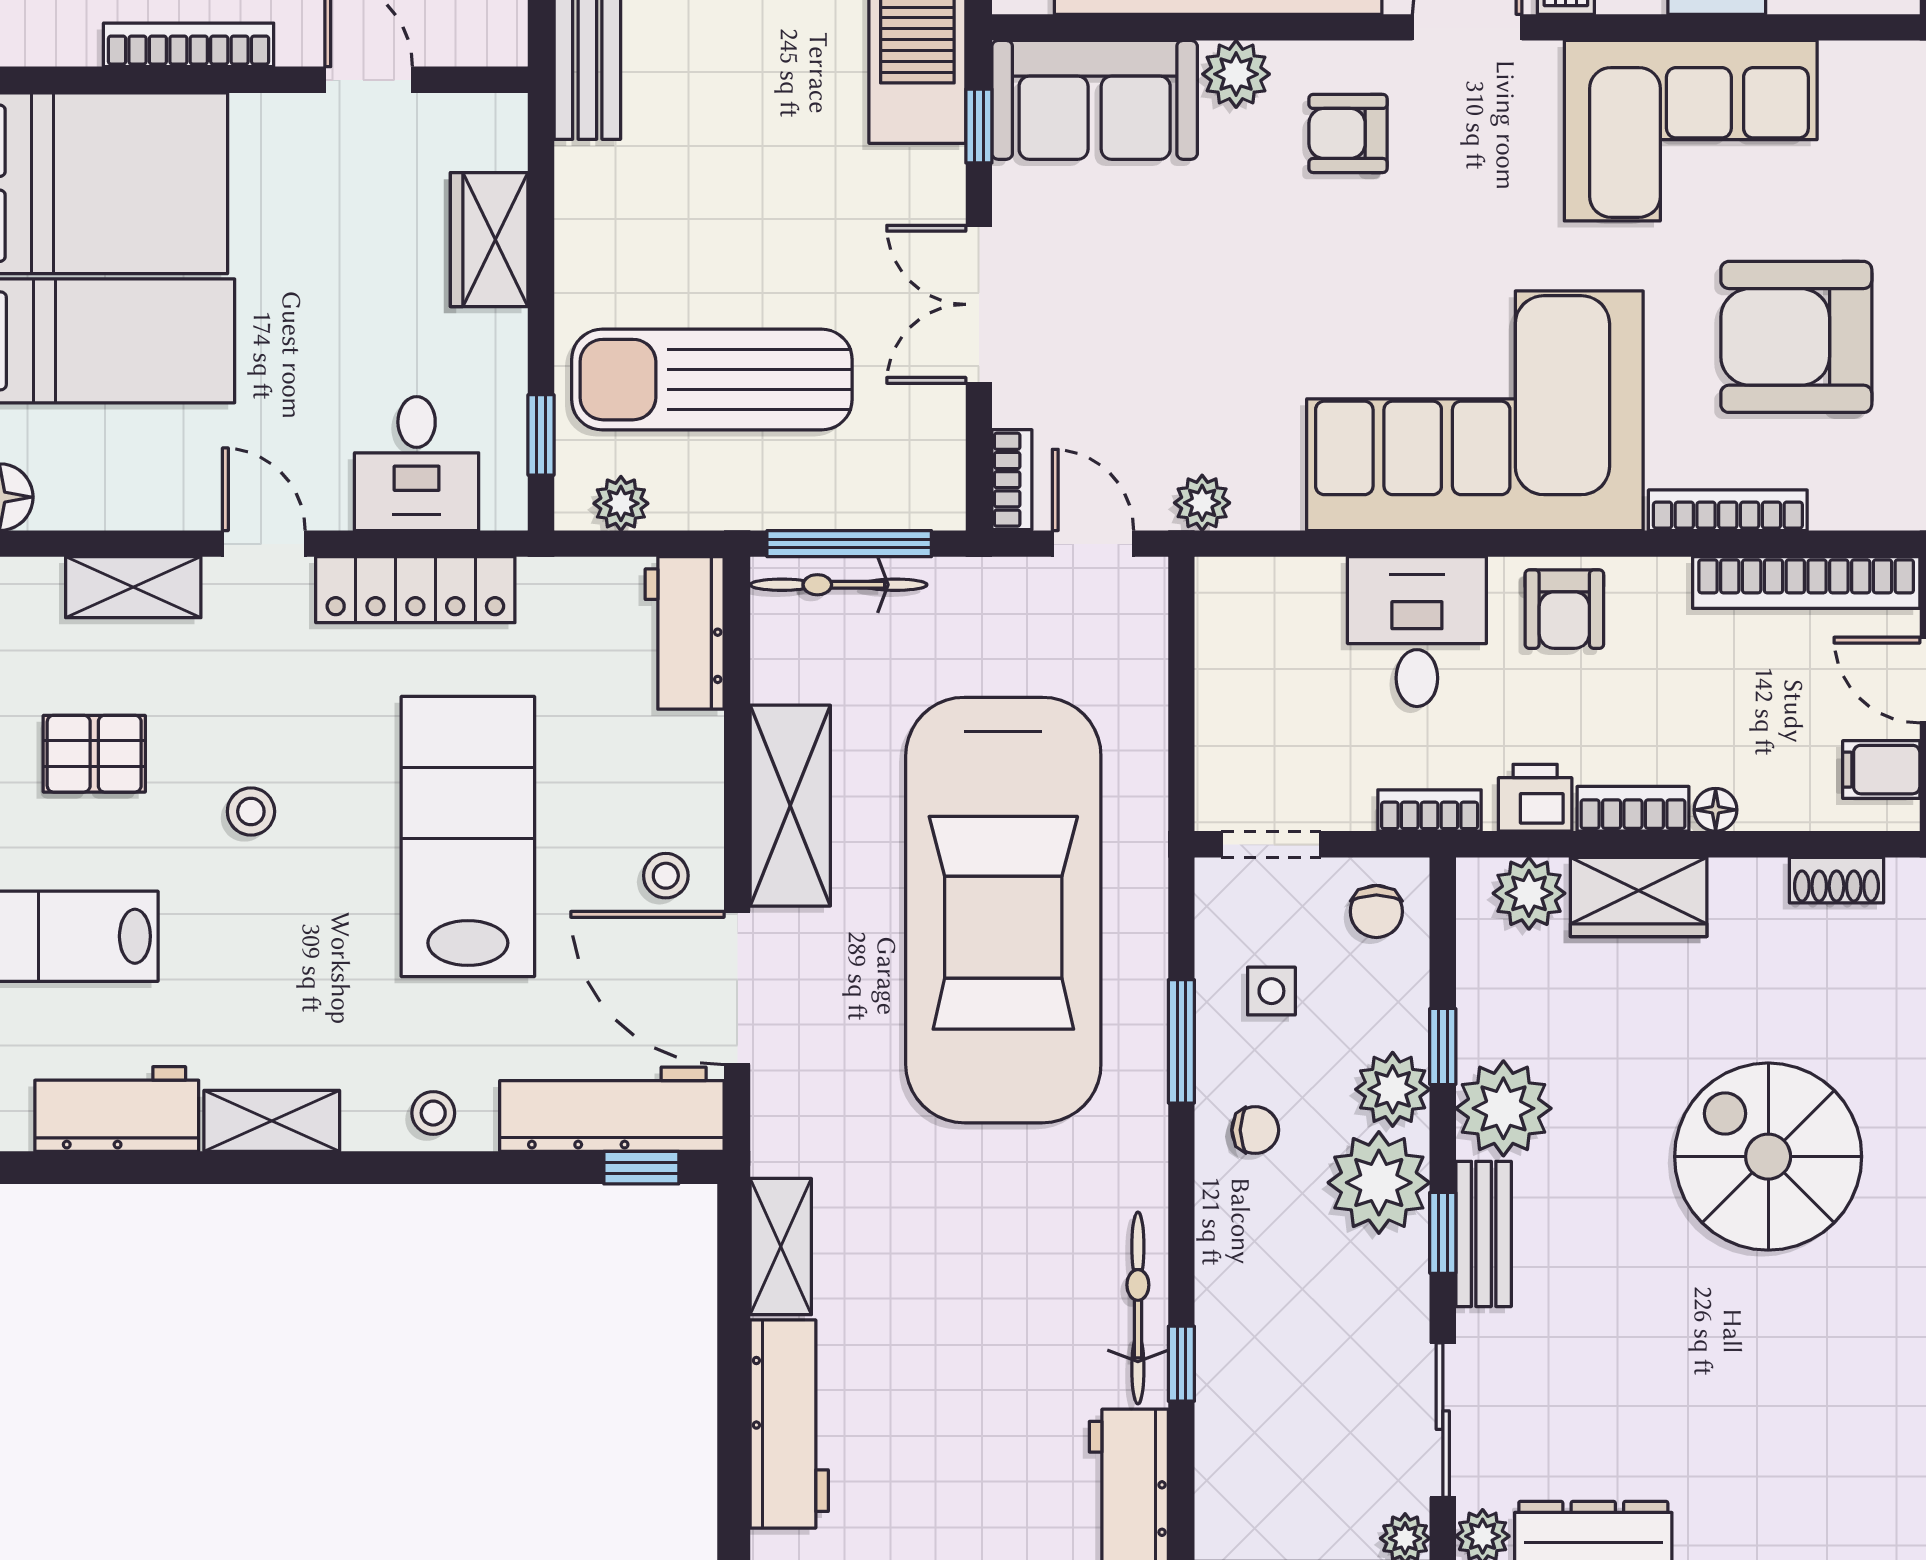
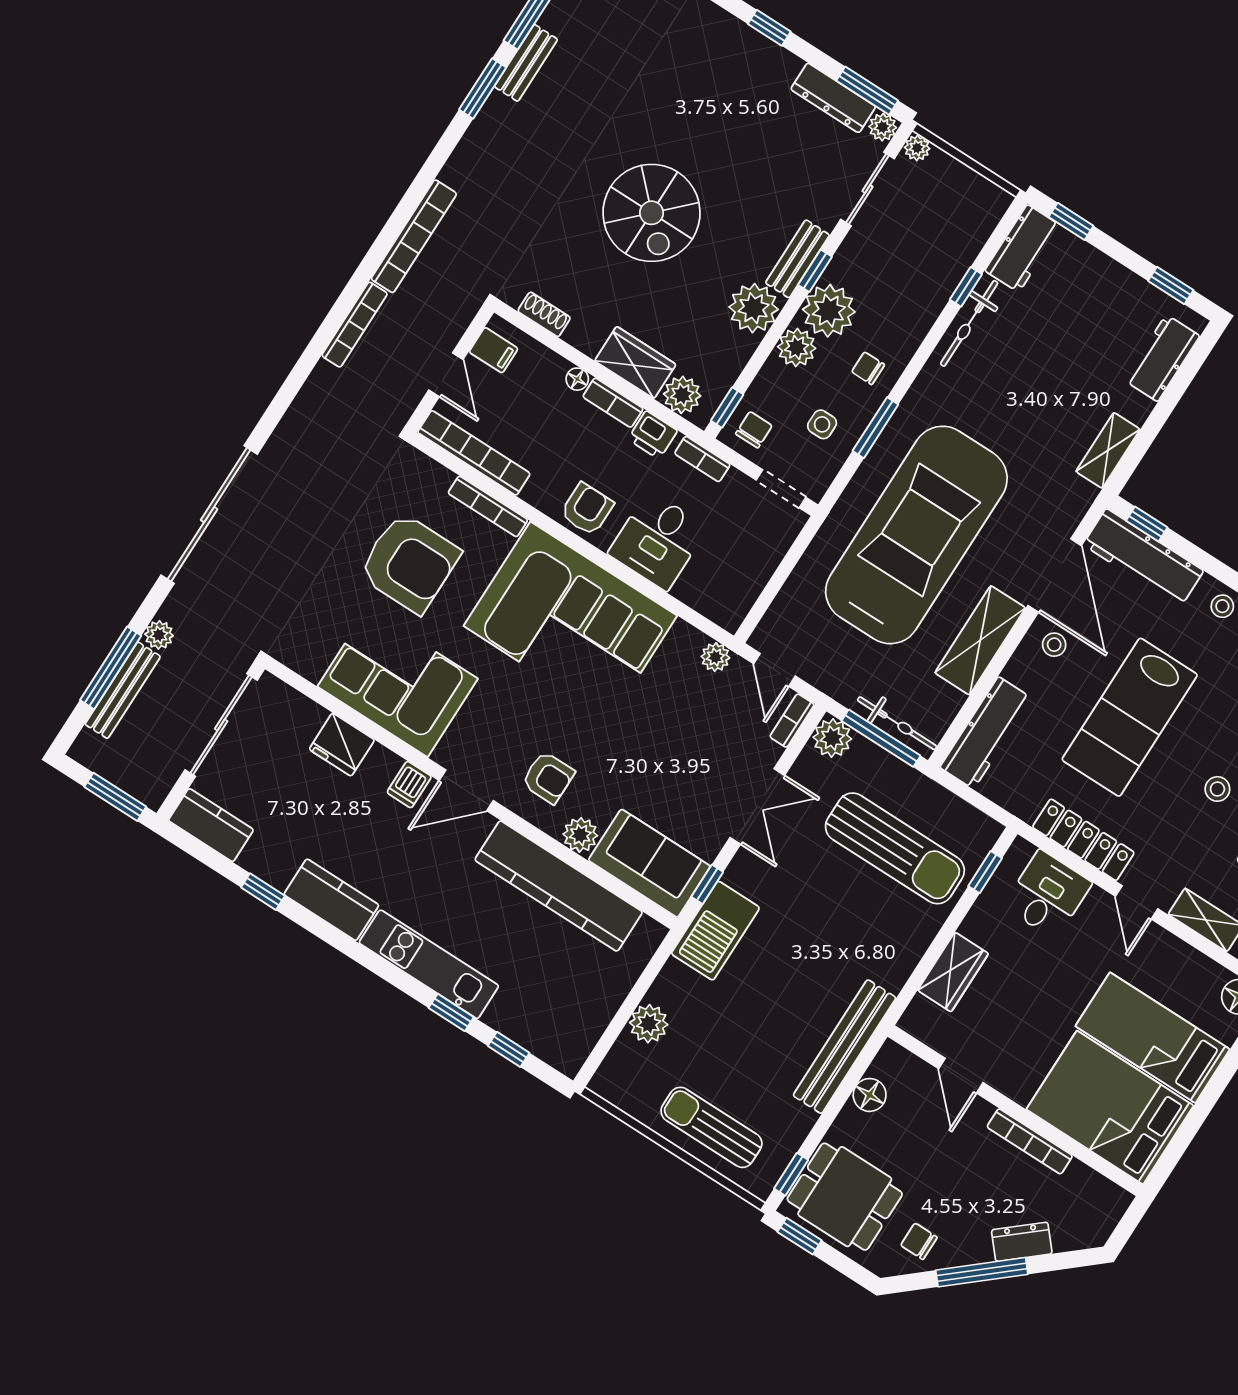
plant: (621, 503) -> (832, 738), moved, width x1.38, depth x1.38
workbench: (685, 633) -> (986, 733), width x1.38
window: (1443, 1047) -> (727, 407), moved
workbench: (789, 1424) -> (1162, 358), width x0.73

